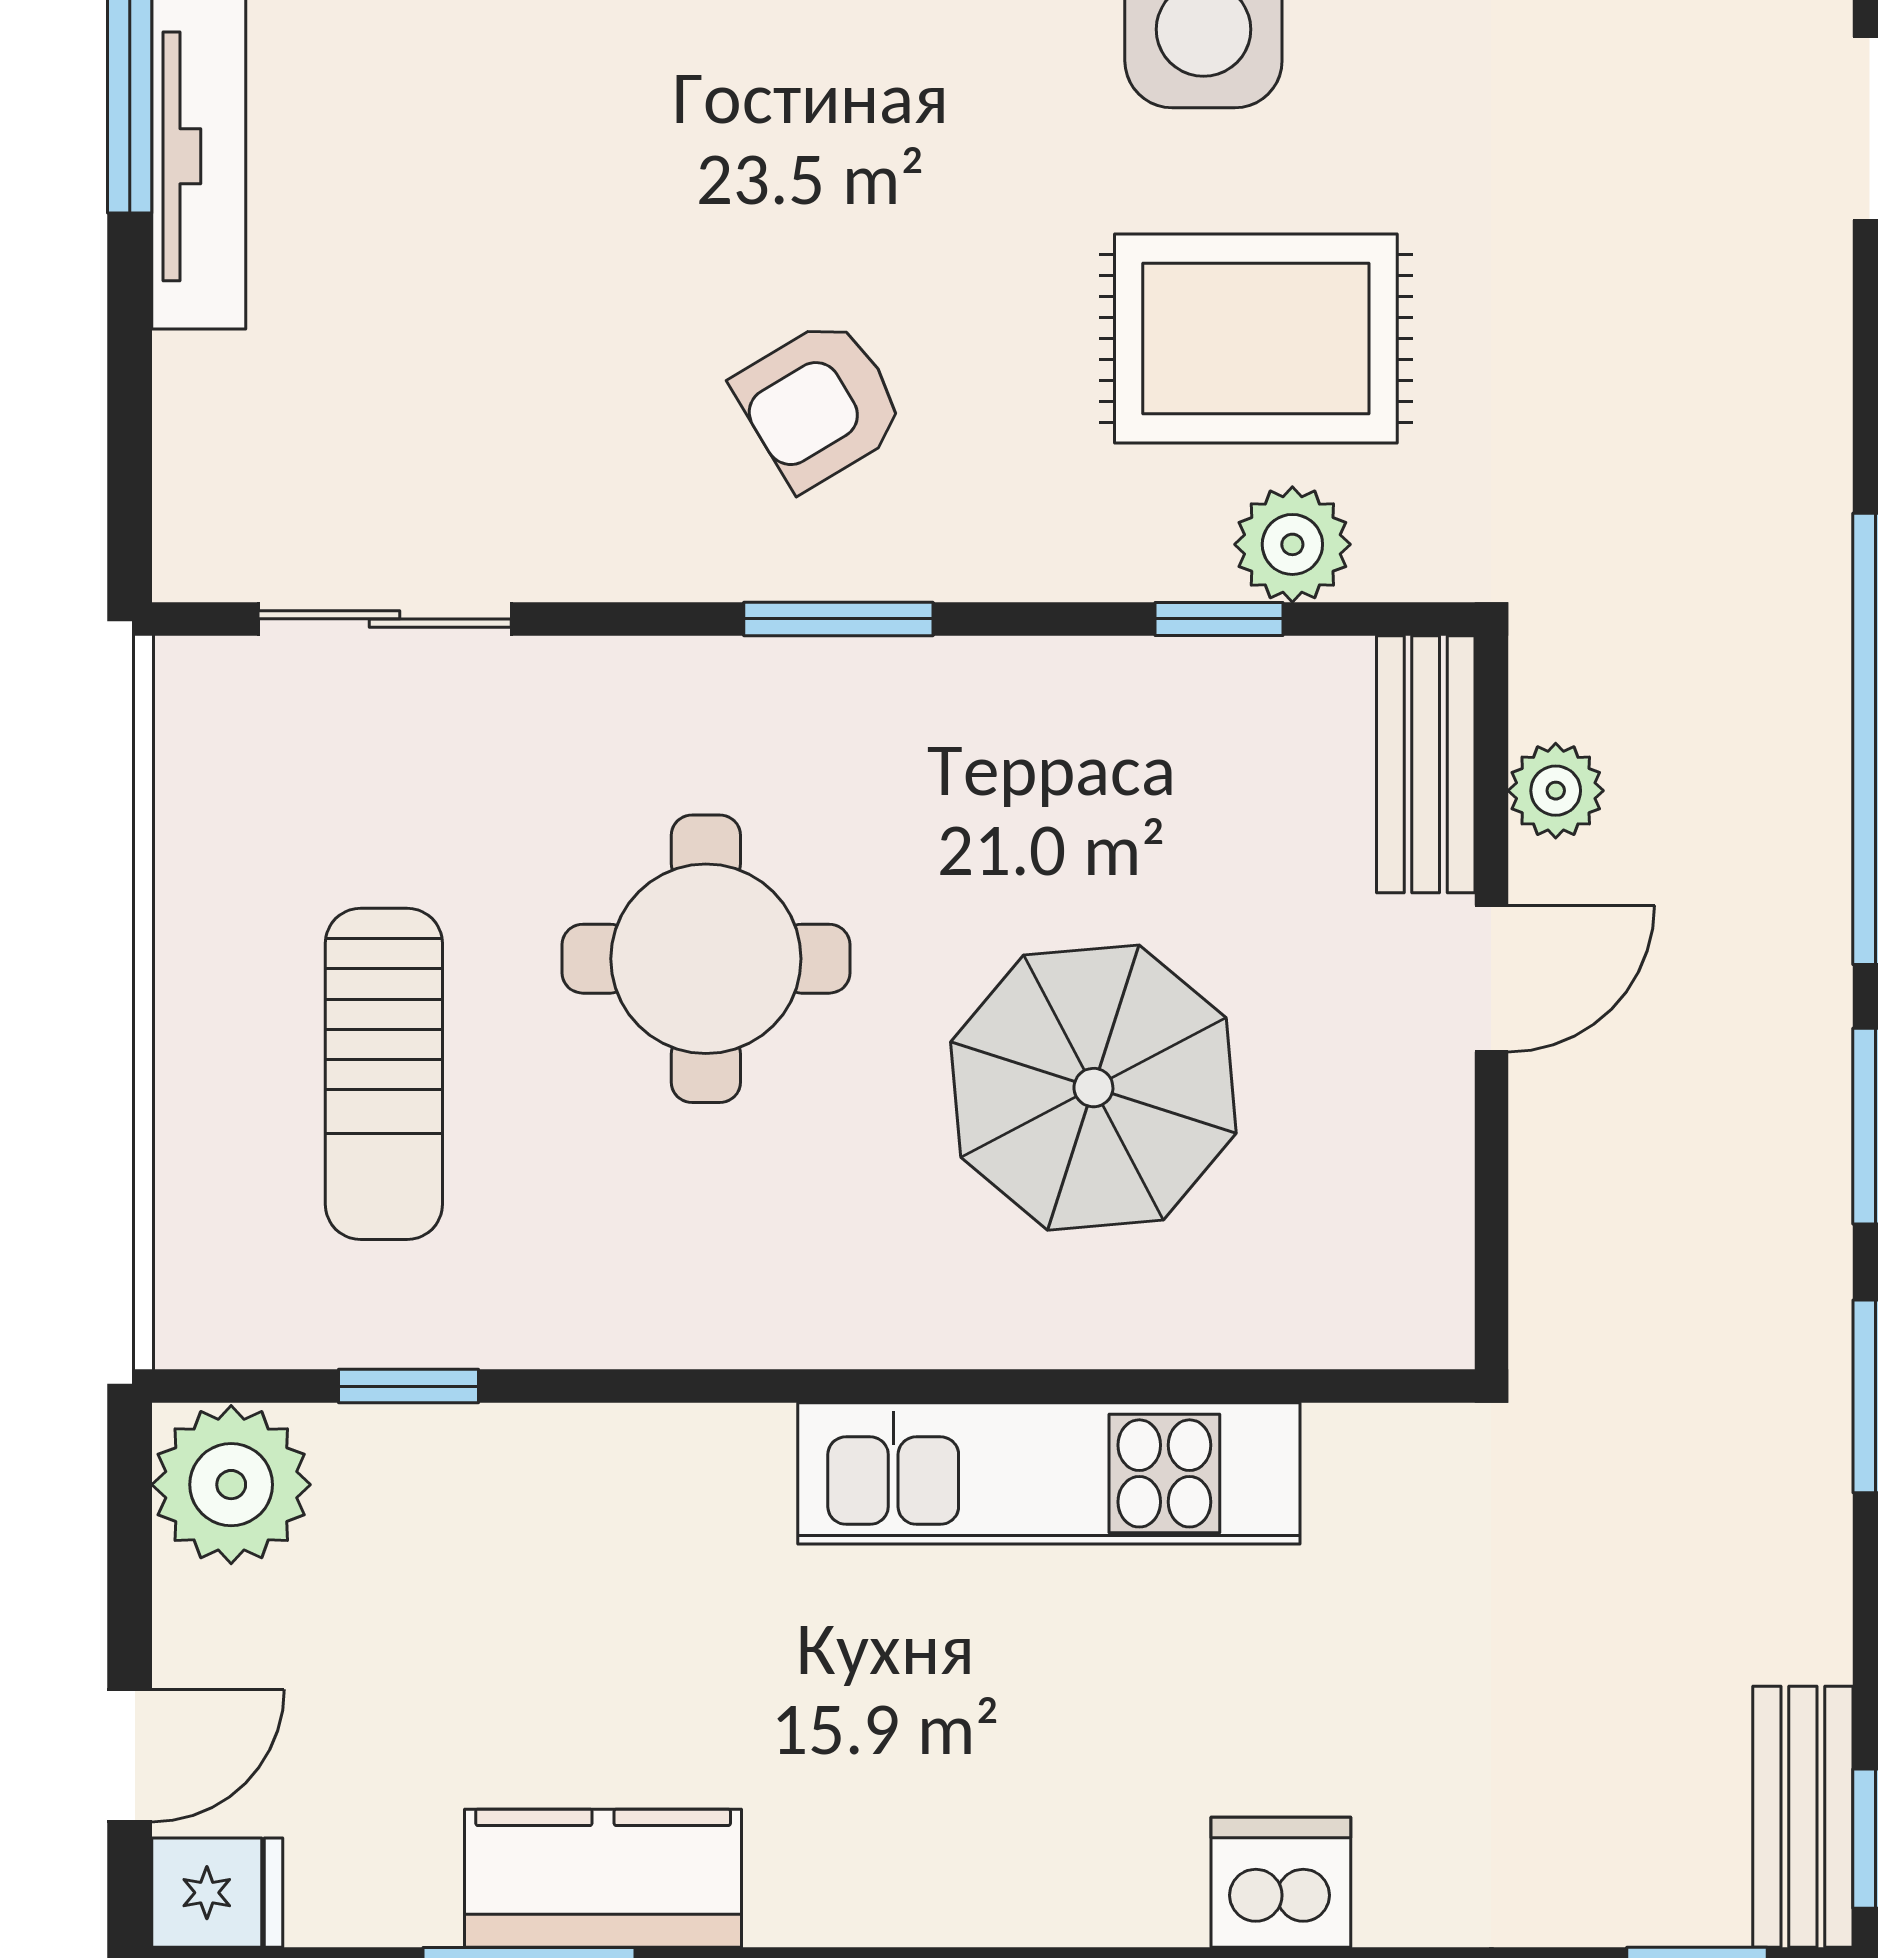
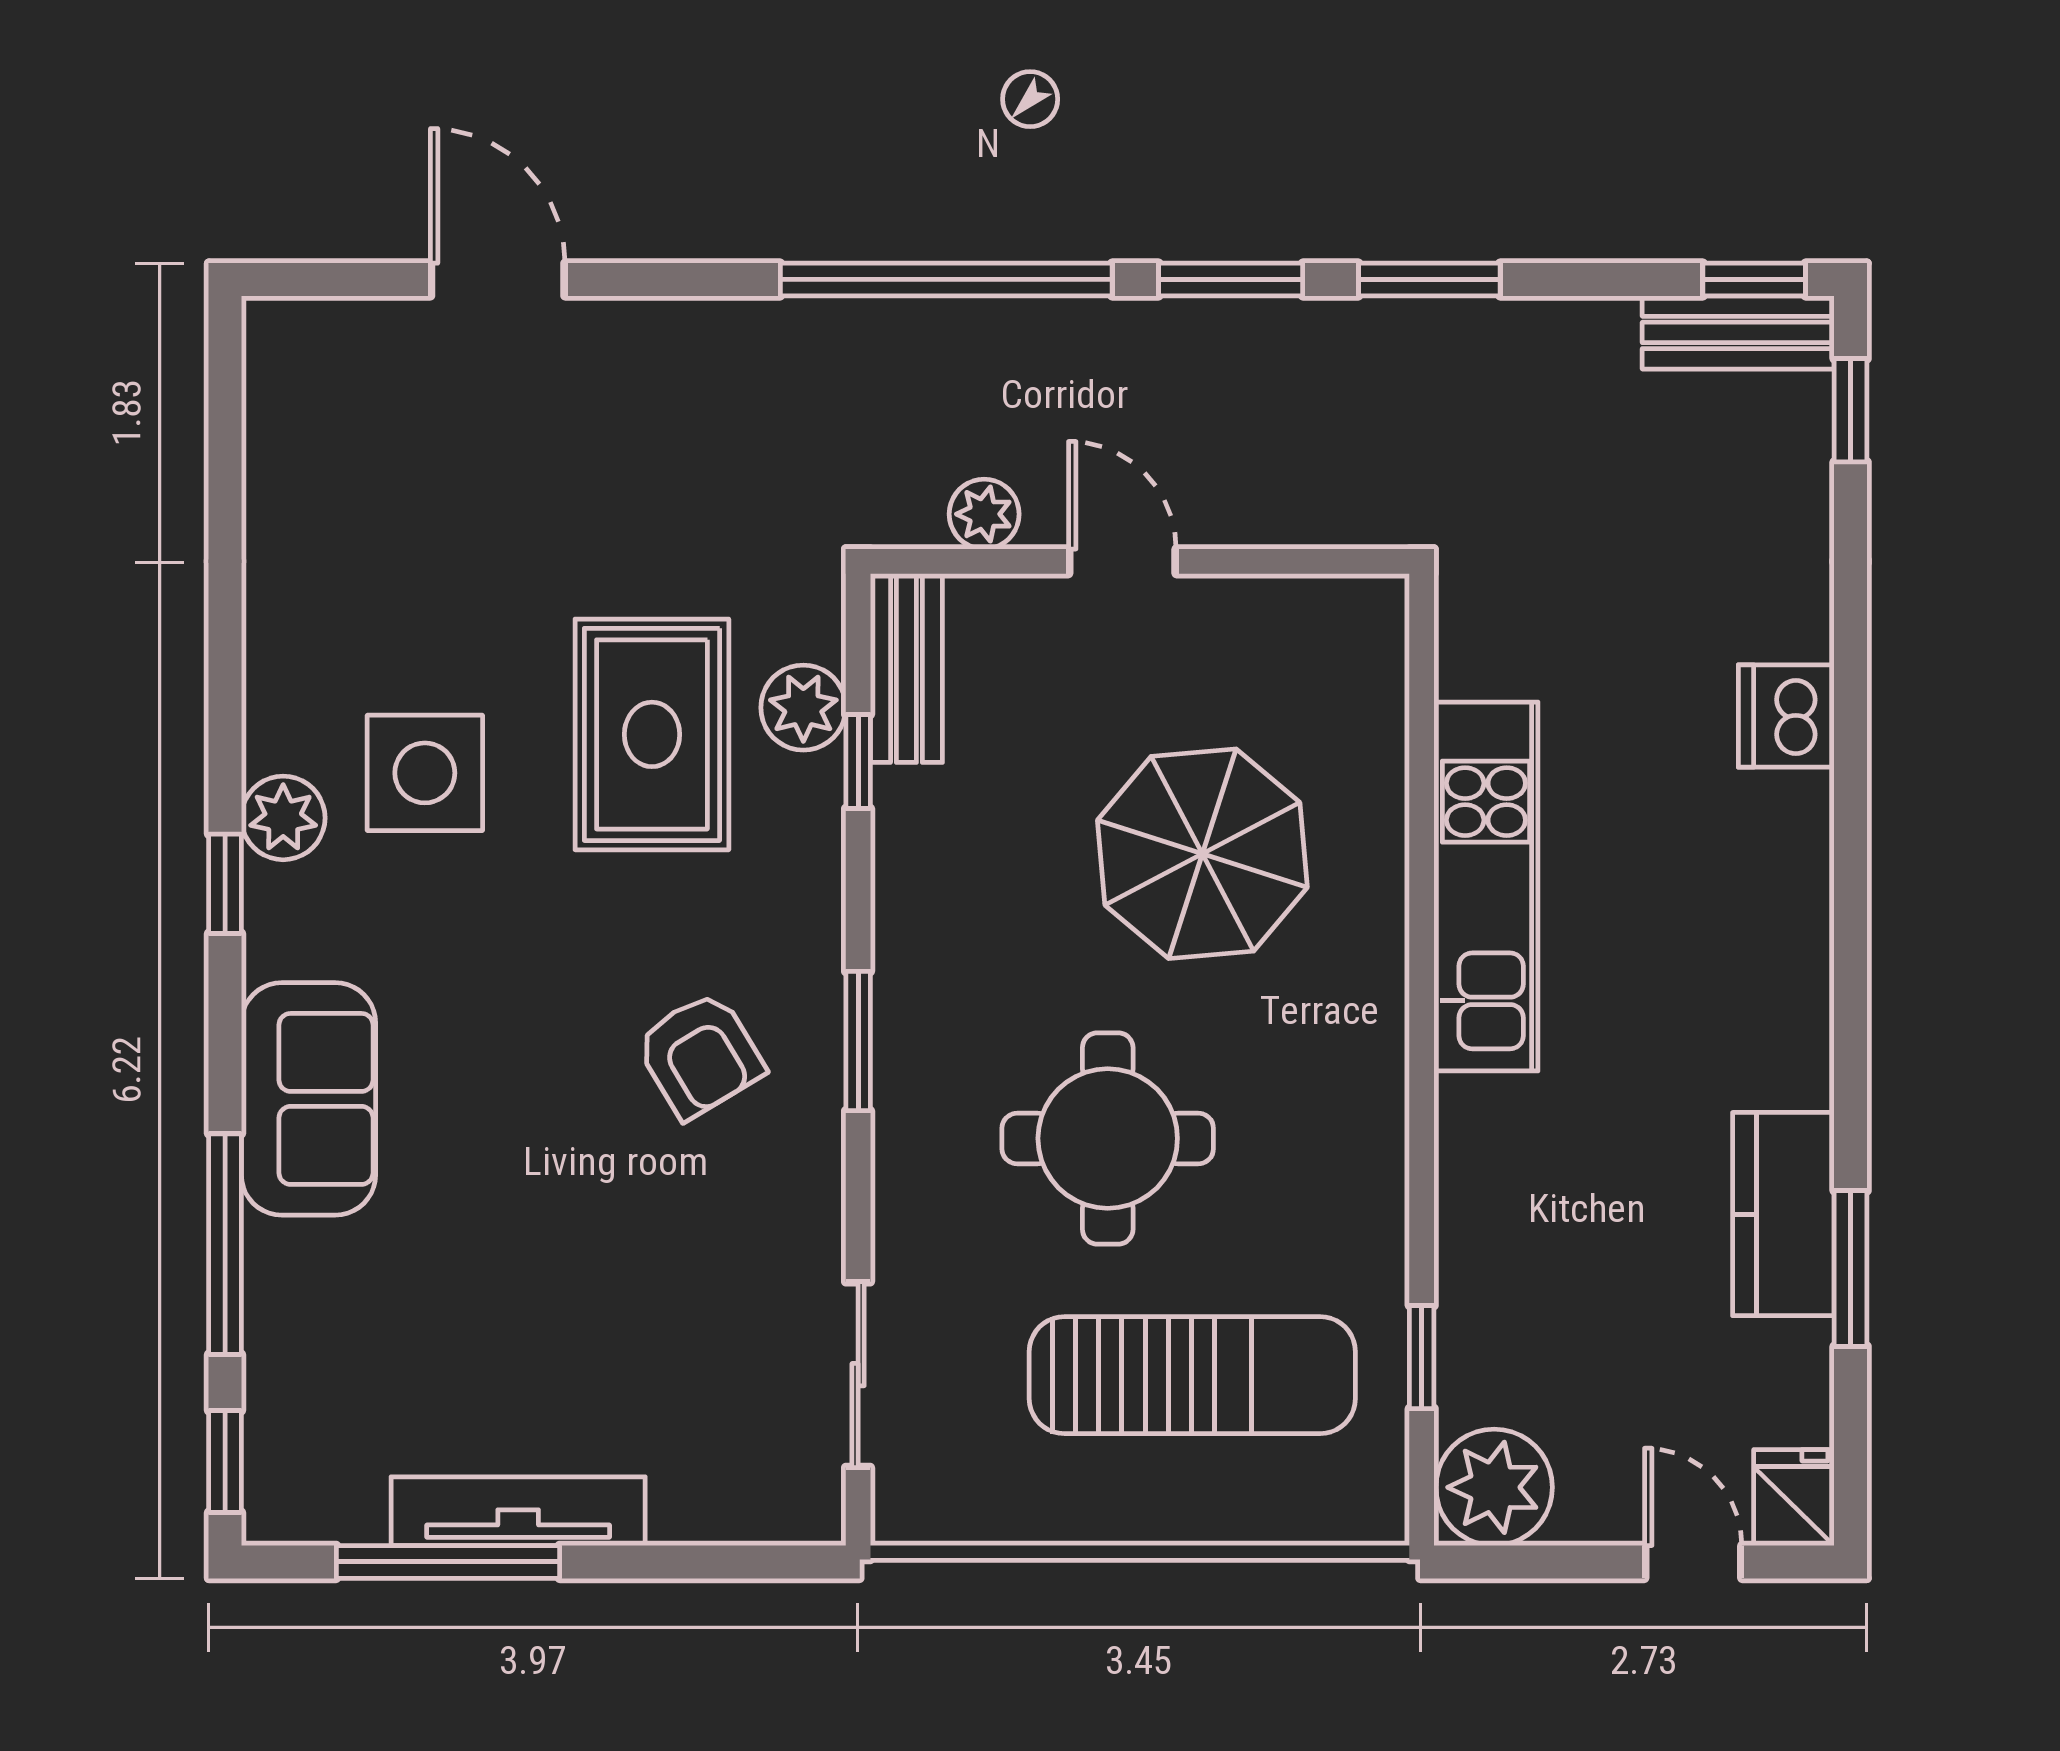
bench: (1426, 764) -> (906, 668), moved, turned 90
sun lounger: (384, 1074) -> (1192, 1375), width x1.36, depth x1.34

